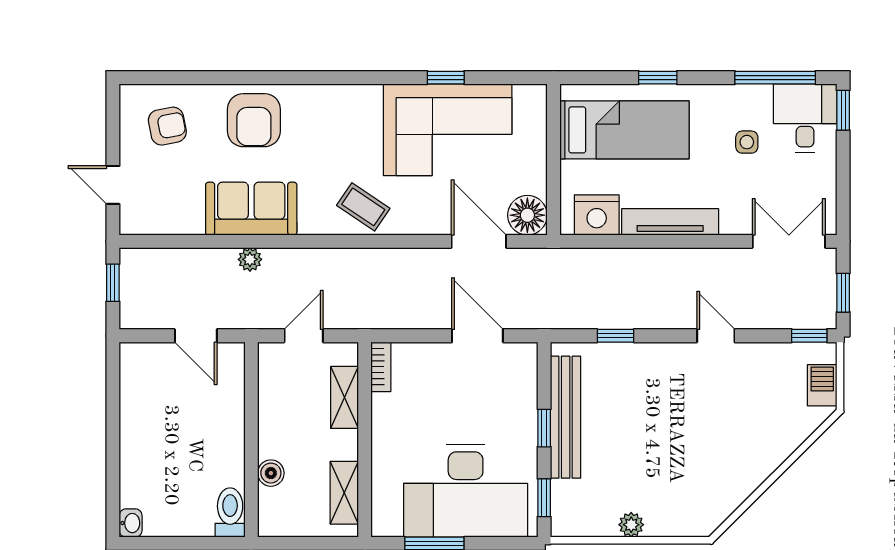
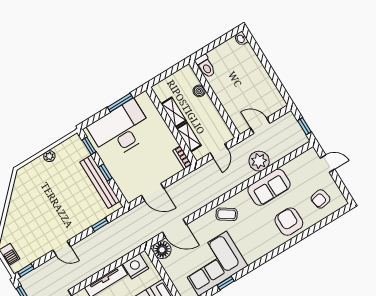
plant: (250, 259) -> (259, 161), width x1.88, depth x1.88
shelving: (344, 493) -> (174, 112), moved

